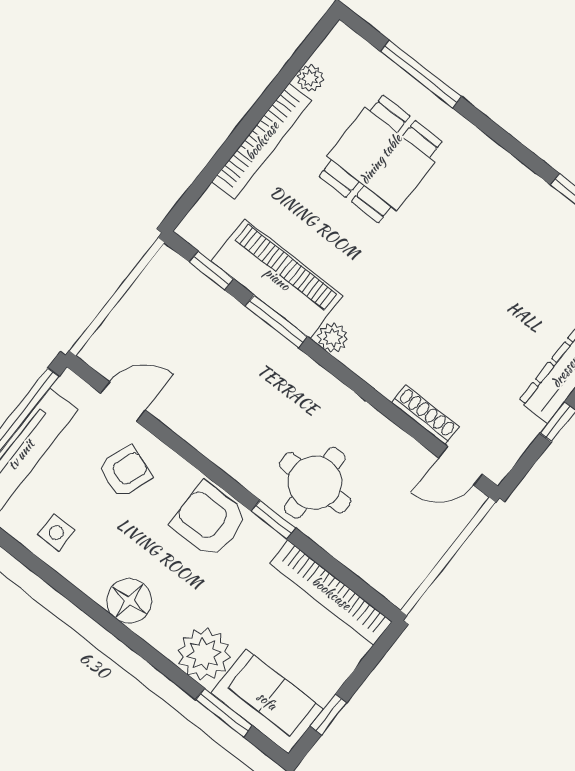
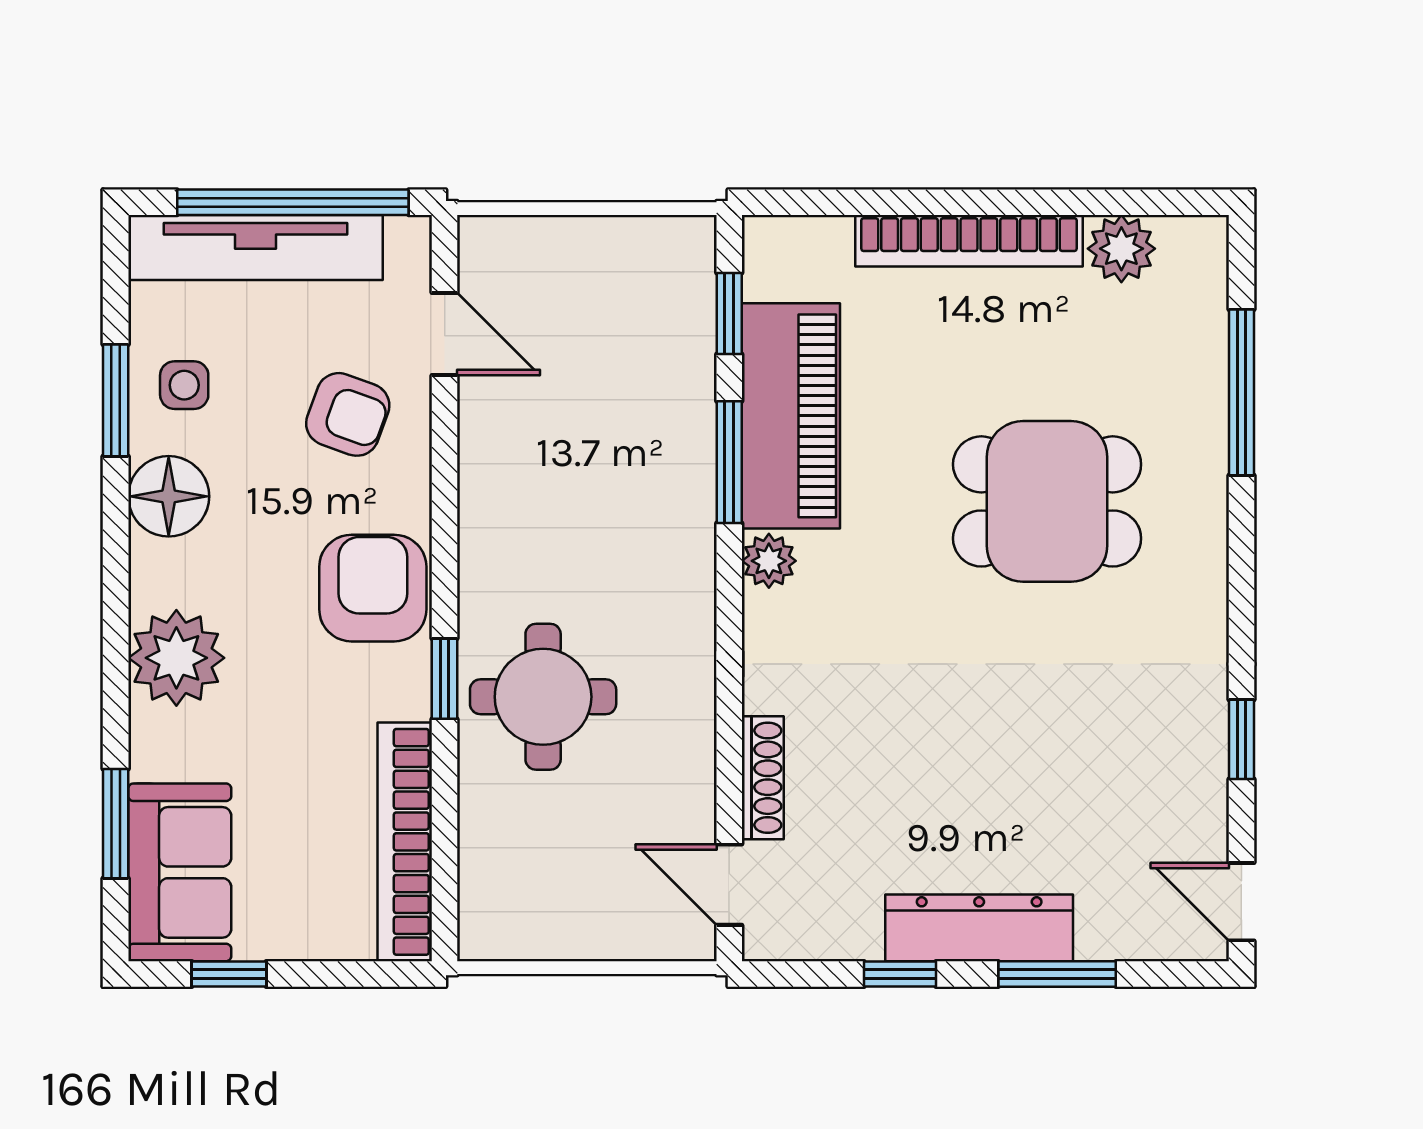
plant: (310, 78) -> (1121, 249), width x1.38, depth x1.38
dining table: (381, 159) -> (1047, 501), moved
window: (39, 568) -> (116, 400), added
floor lamp: (129, 601) -> (169, 496), moved
plant: (204, 654) -> (176, 658), moved

